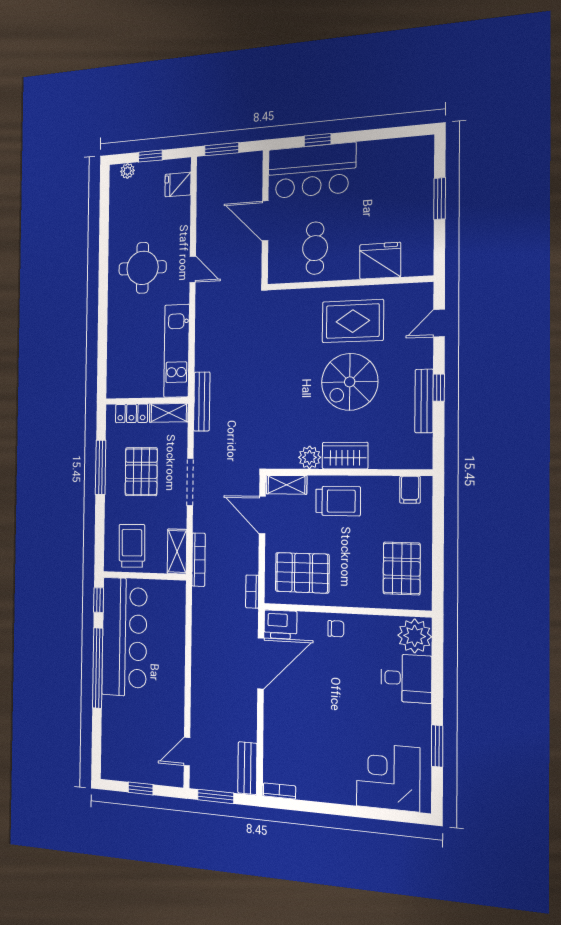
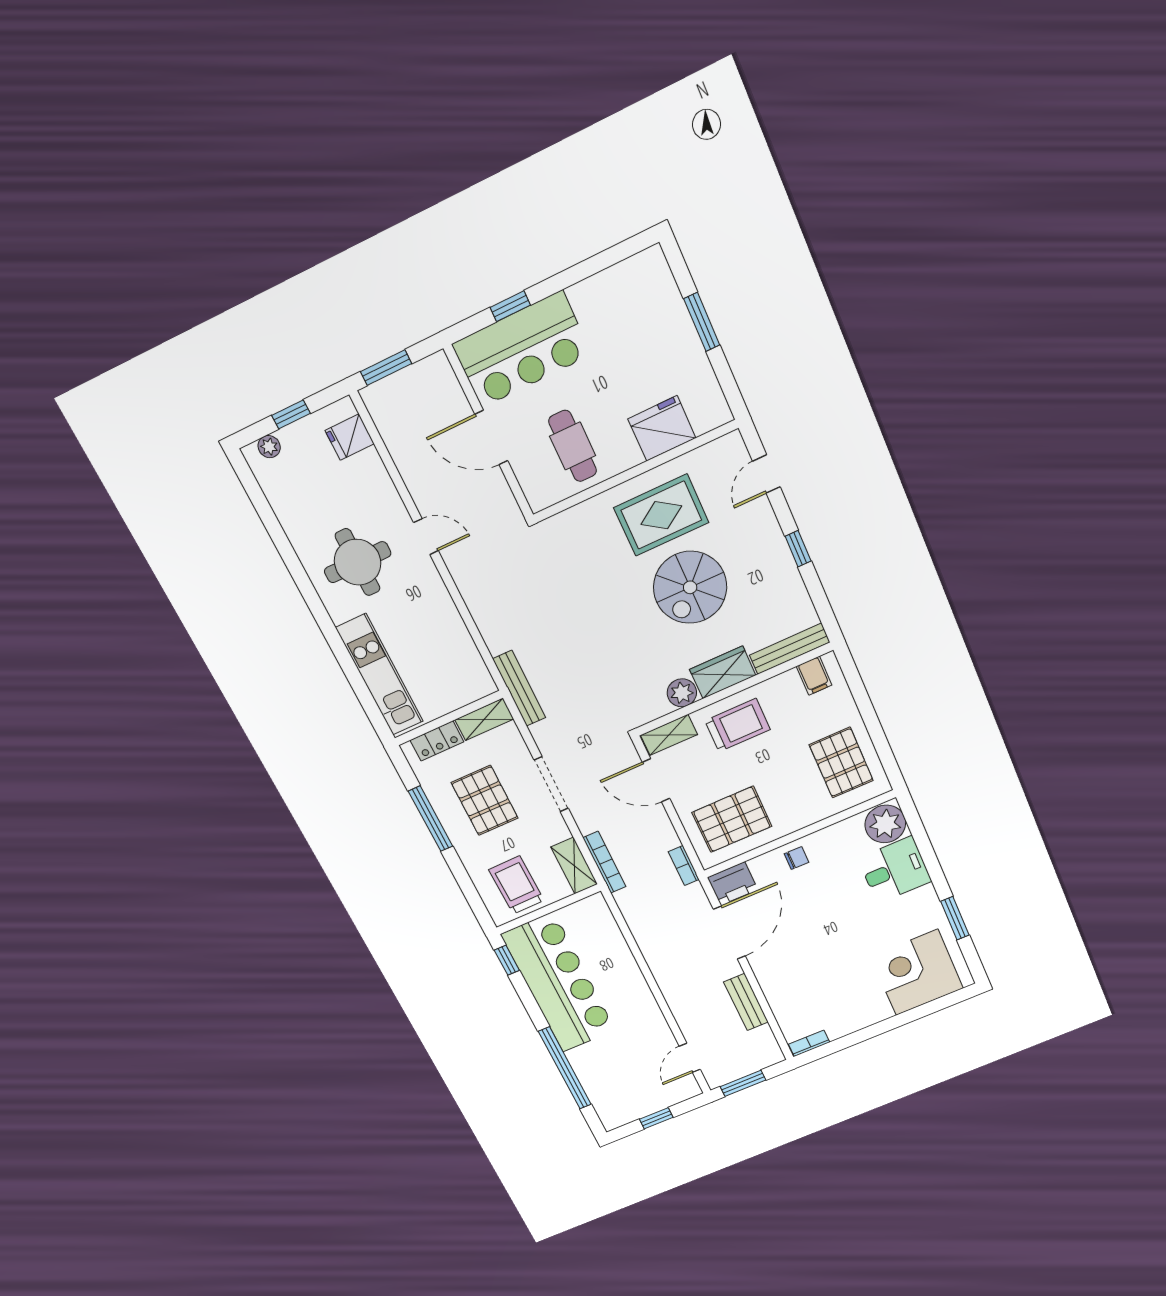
kitchen unit: (177, 351) -> (380, 675), moved, turned 180
bench: (424, 401) -> (790, 649), moved, turned 90
window: (98, 668) -> (565, 1068), moved
bench: (247, 768) -> (746, 1002), moved

